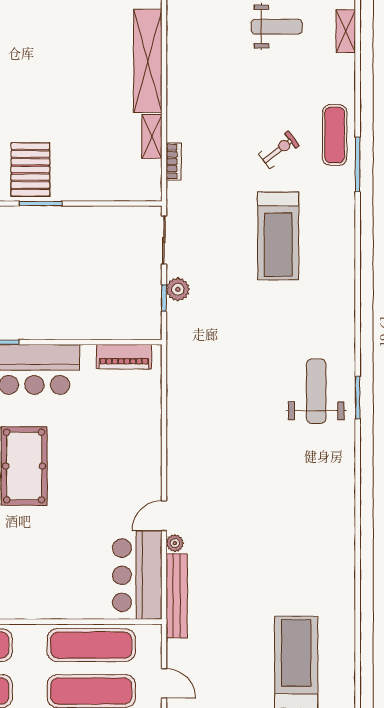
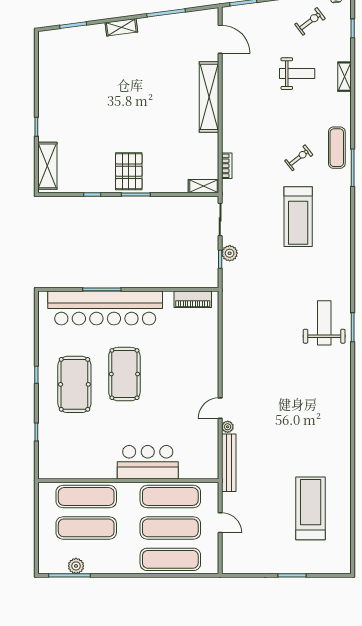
shelving: (152, 136) -> (204, 186), moved, turned 90
bar counter: (137, 575) -> (148, 462), moved, turned 90

